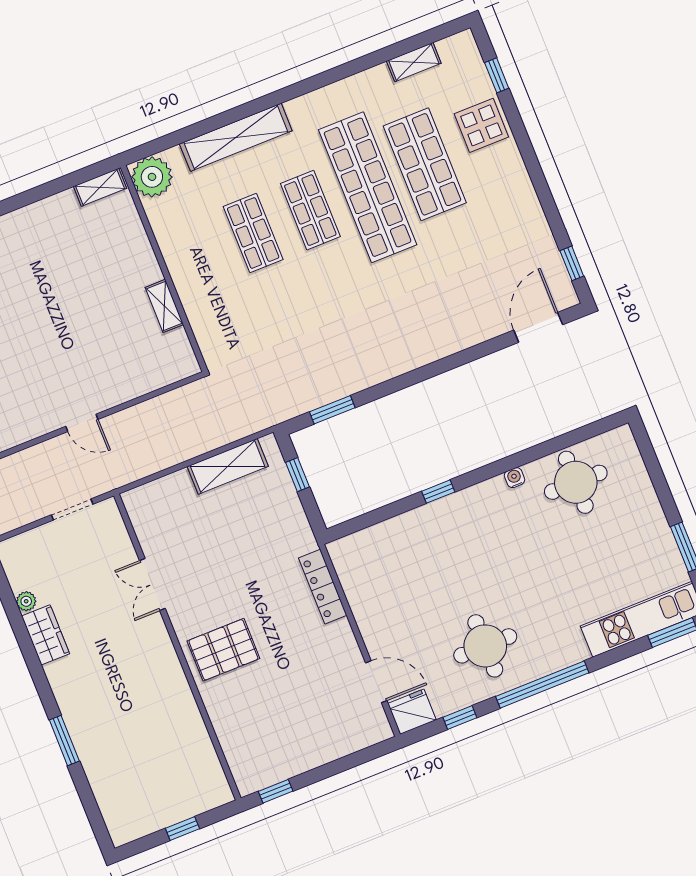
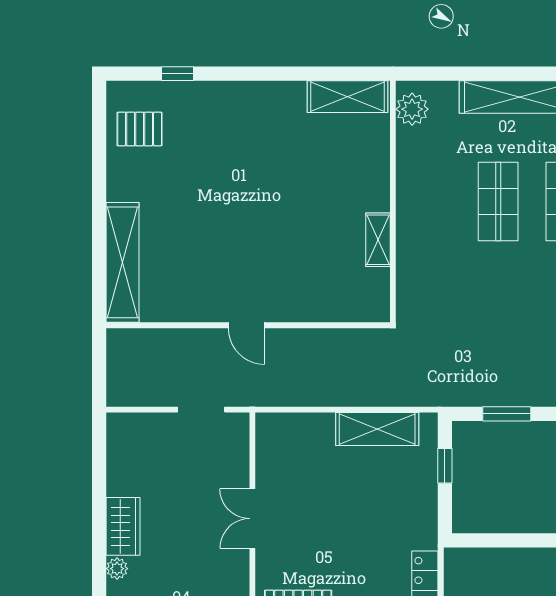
plant: (152, 177) -> (412, 109), width x0.73, depth x0.73
shelving: (100, 187) -> (348, 97), width x1.50, depth x1.33
plant: (26, 601) -> (117, 569), moved

